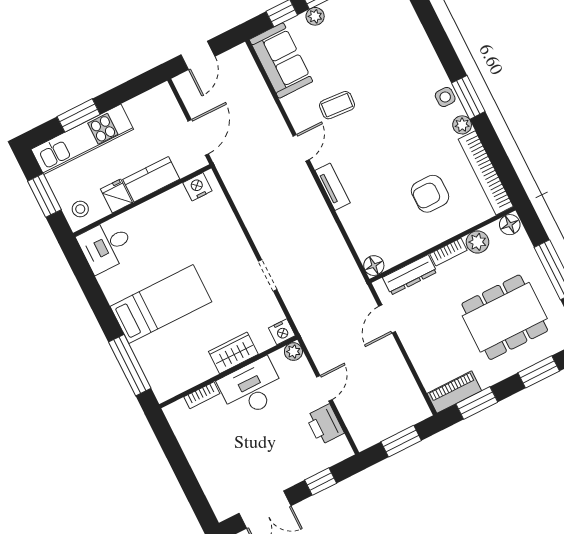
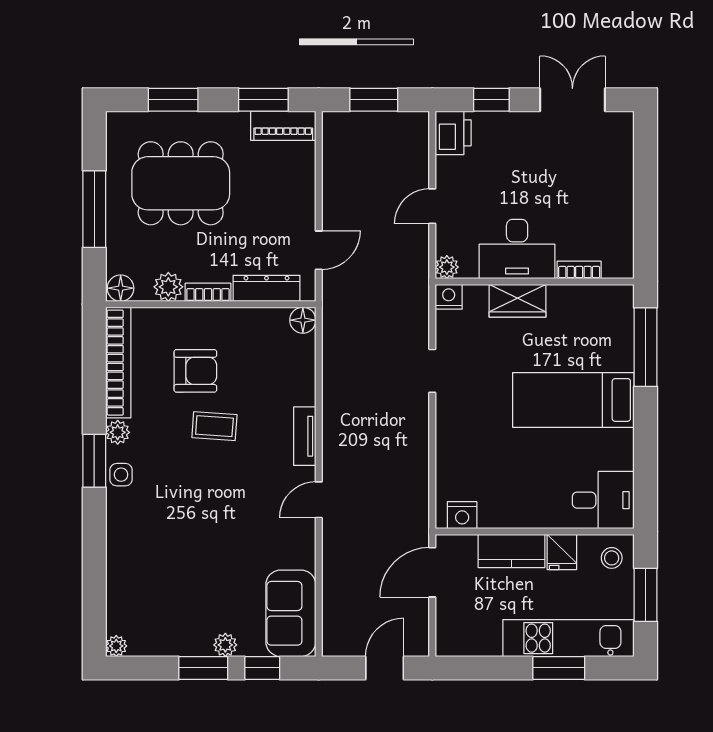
coffee table: (337, 105) -> (214, 426), moved
printer: (325, 424) -> (453, 133), moved

